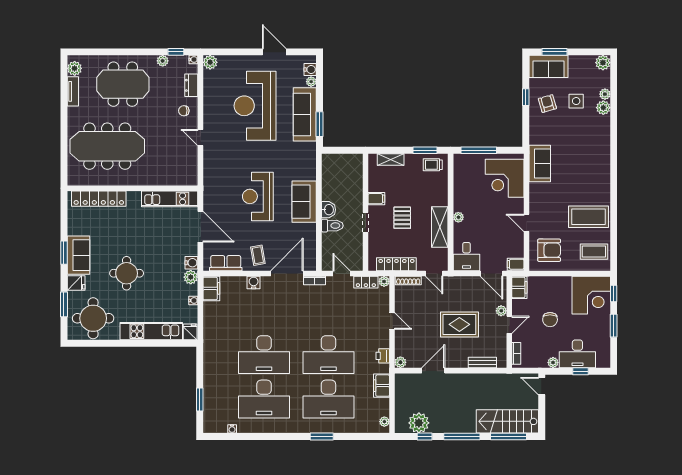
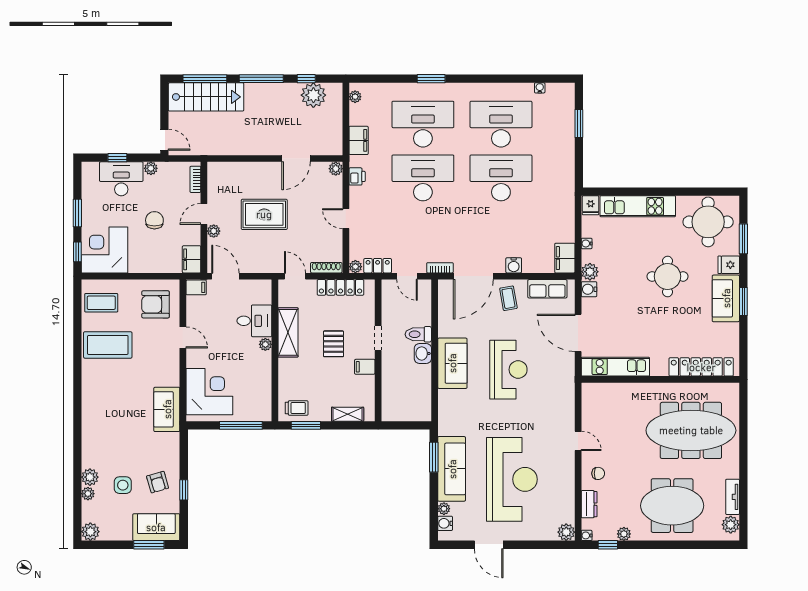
desk: (466, 257) -> (254, 321), moved, turned 90
bench: (482, 363) -> (236, 168), removed

